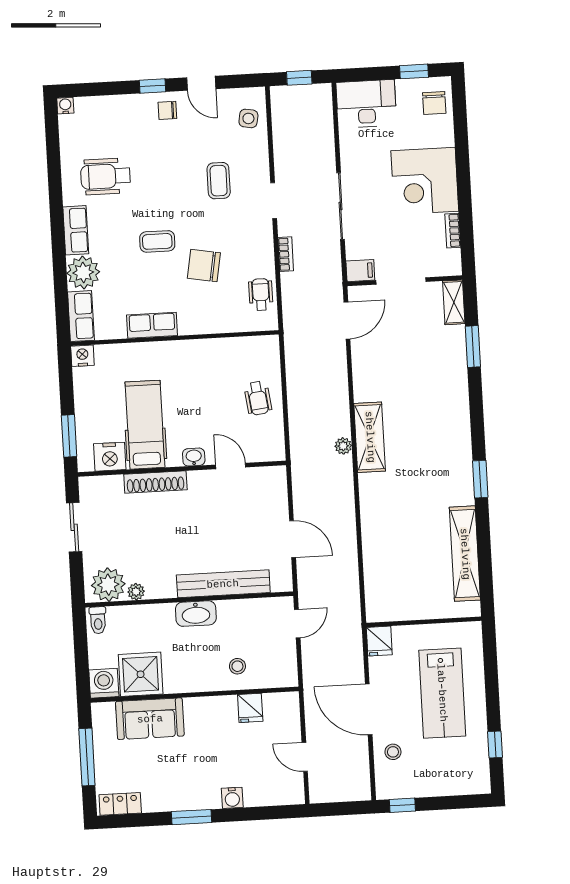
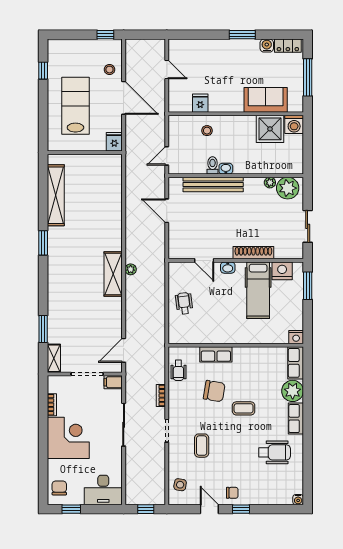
row of seats: (152, 325) -> (216, 354), moved
washbasin: (196, 614) -> (226, 169), width x0.52, depth x0.69
toilet: (98, 620) -> (212, 165), moved
water cooler: (232, 798) -> (267, 46), moved

